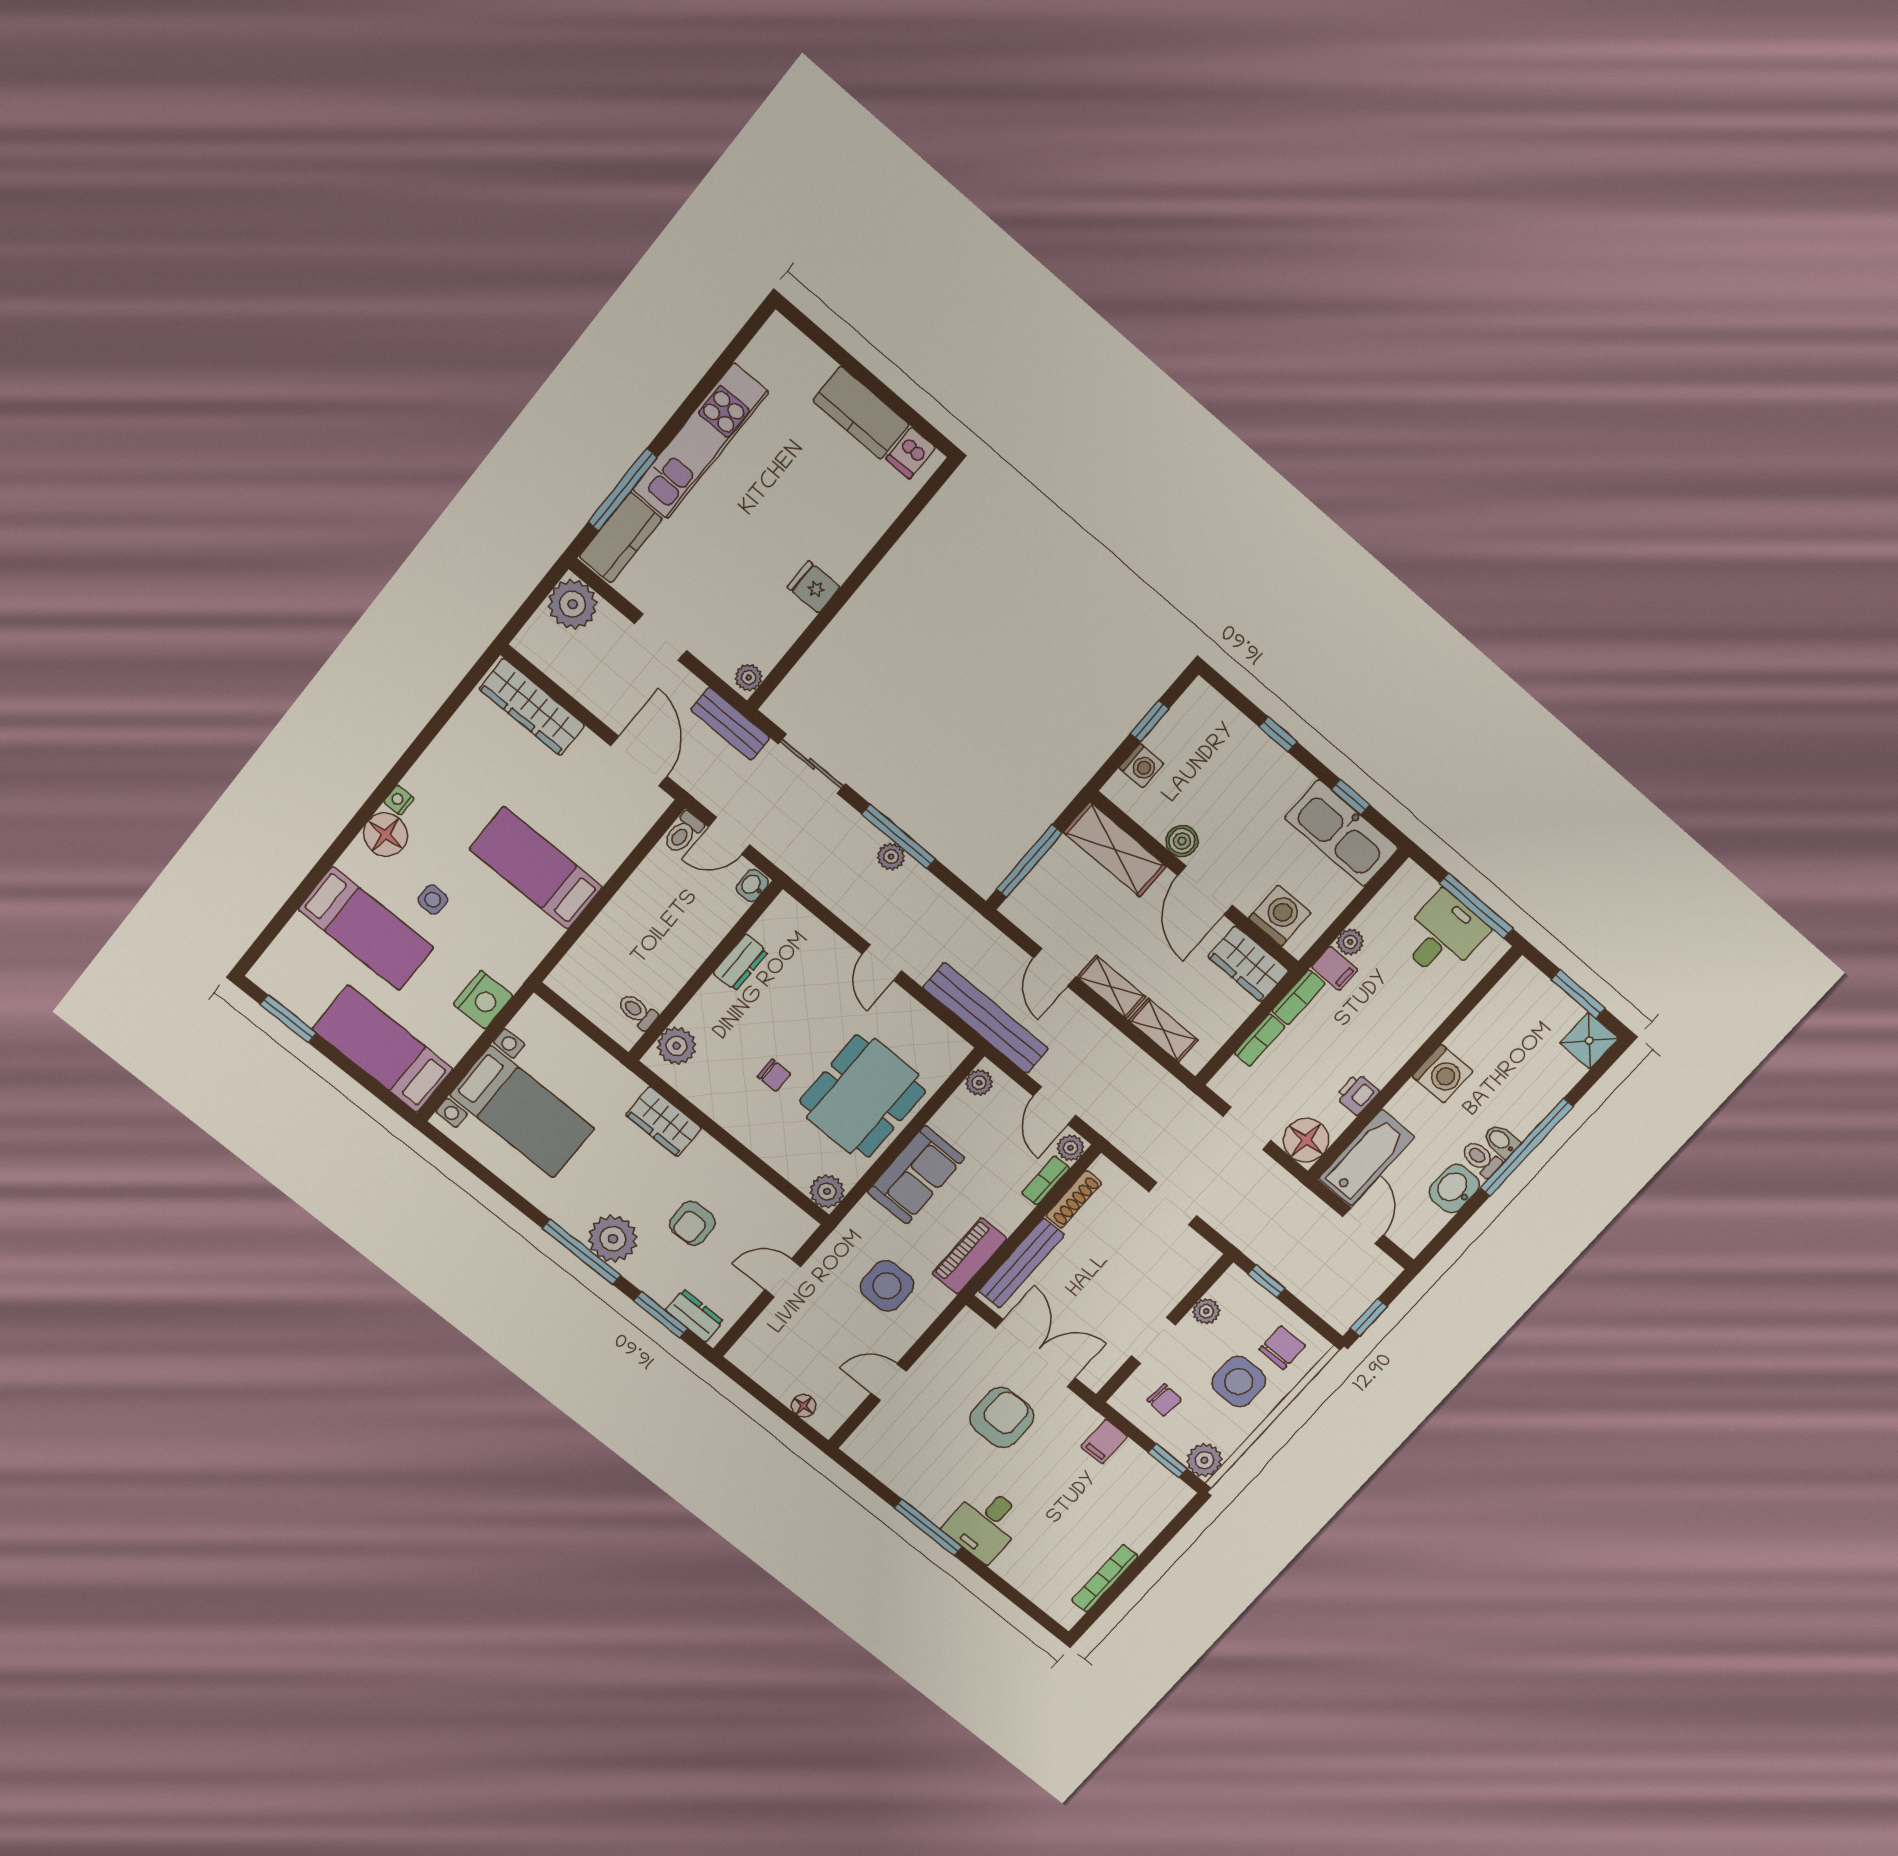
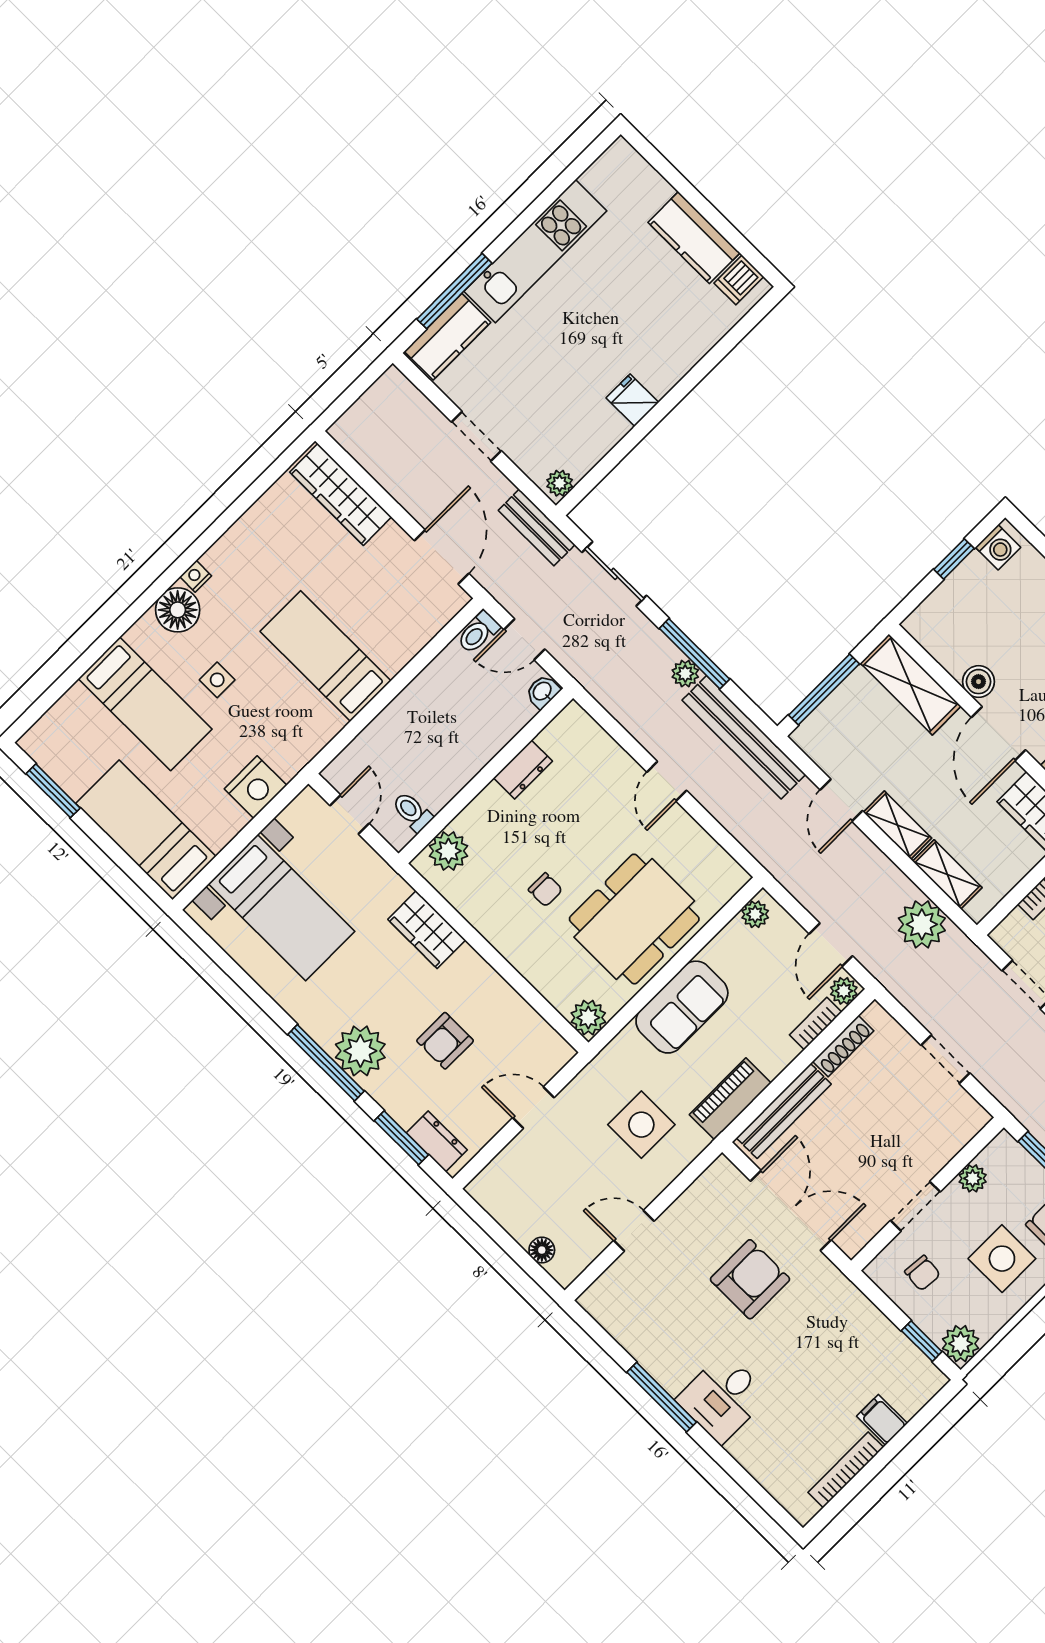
plant: (573, 604) -> (922, 924), moved
washing machine: (1141, 766) -> (998, 547), moved
bench: (986, 1018) -> (744, 737), moved
door: (577, 1019) -> (349, 814), added
filing cabinet: (1104, 1442) -> (882, 1420), moved, turned 90

